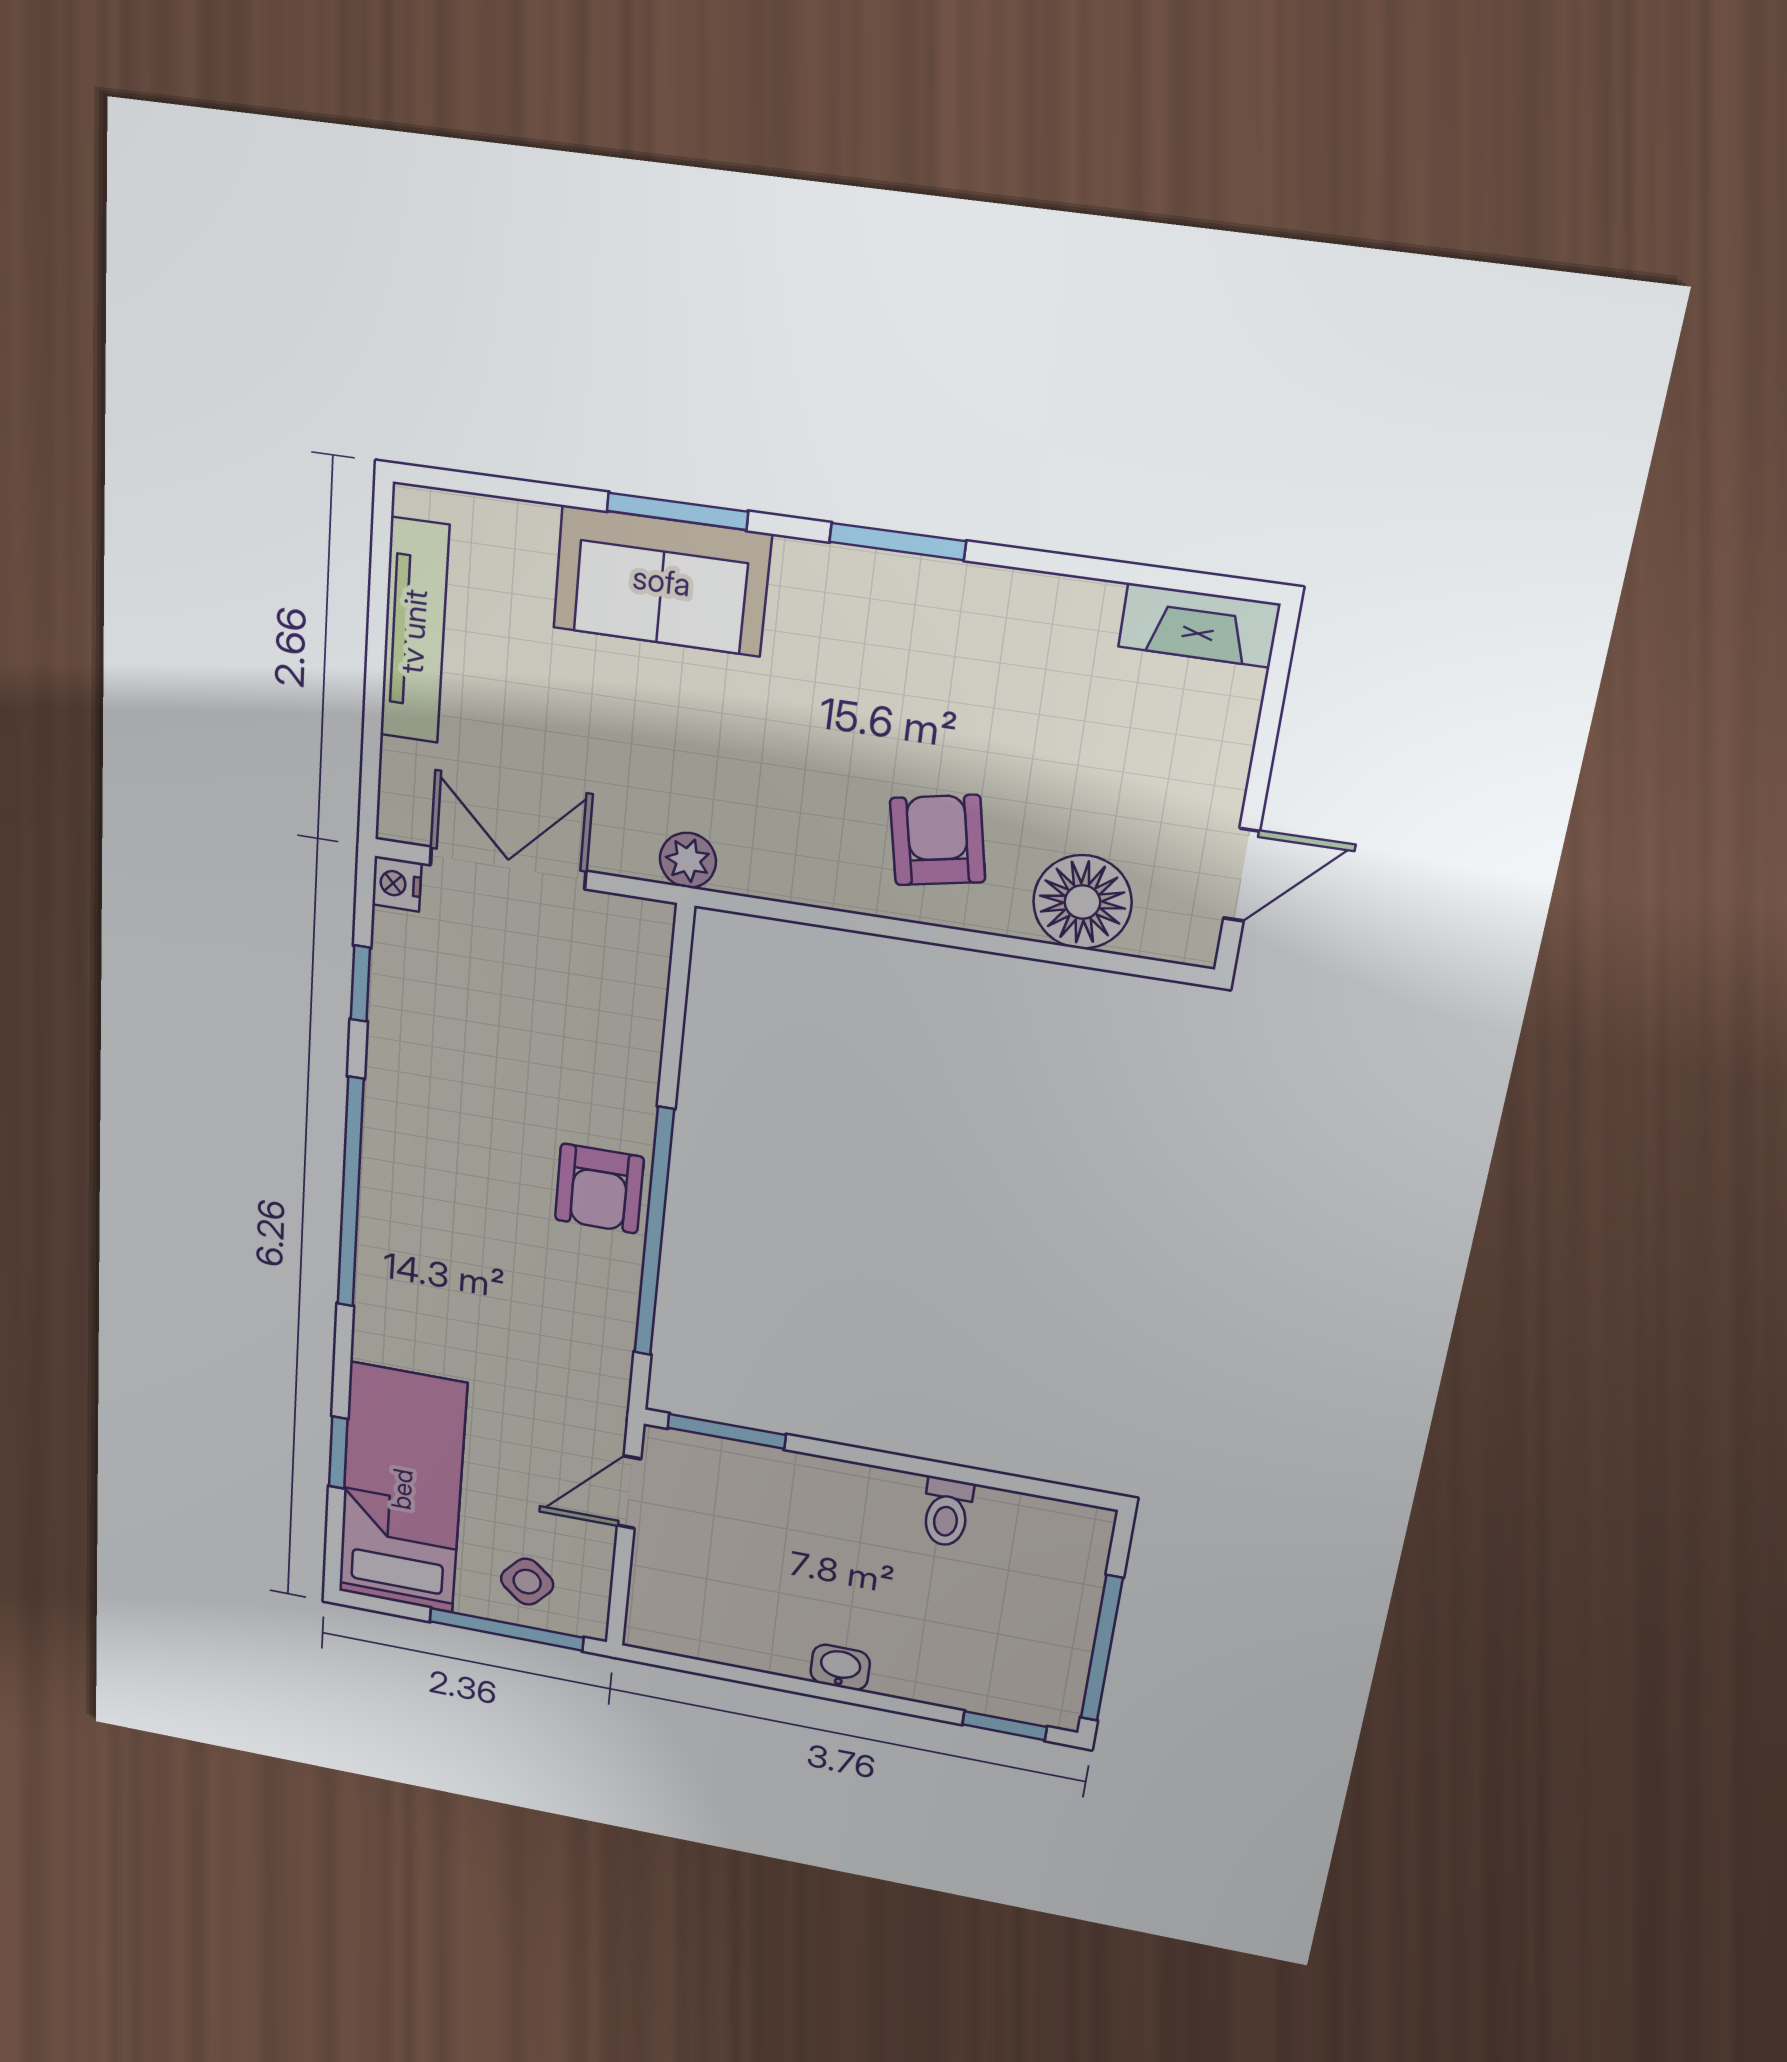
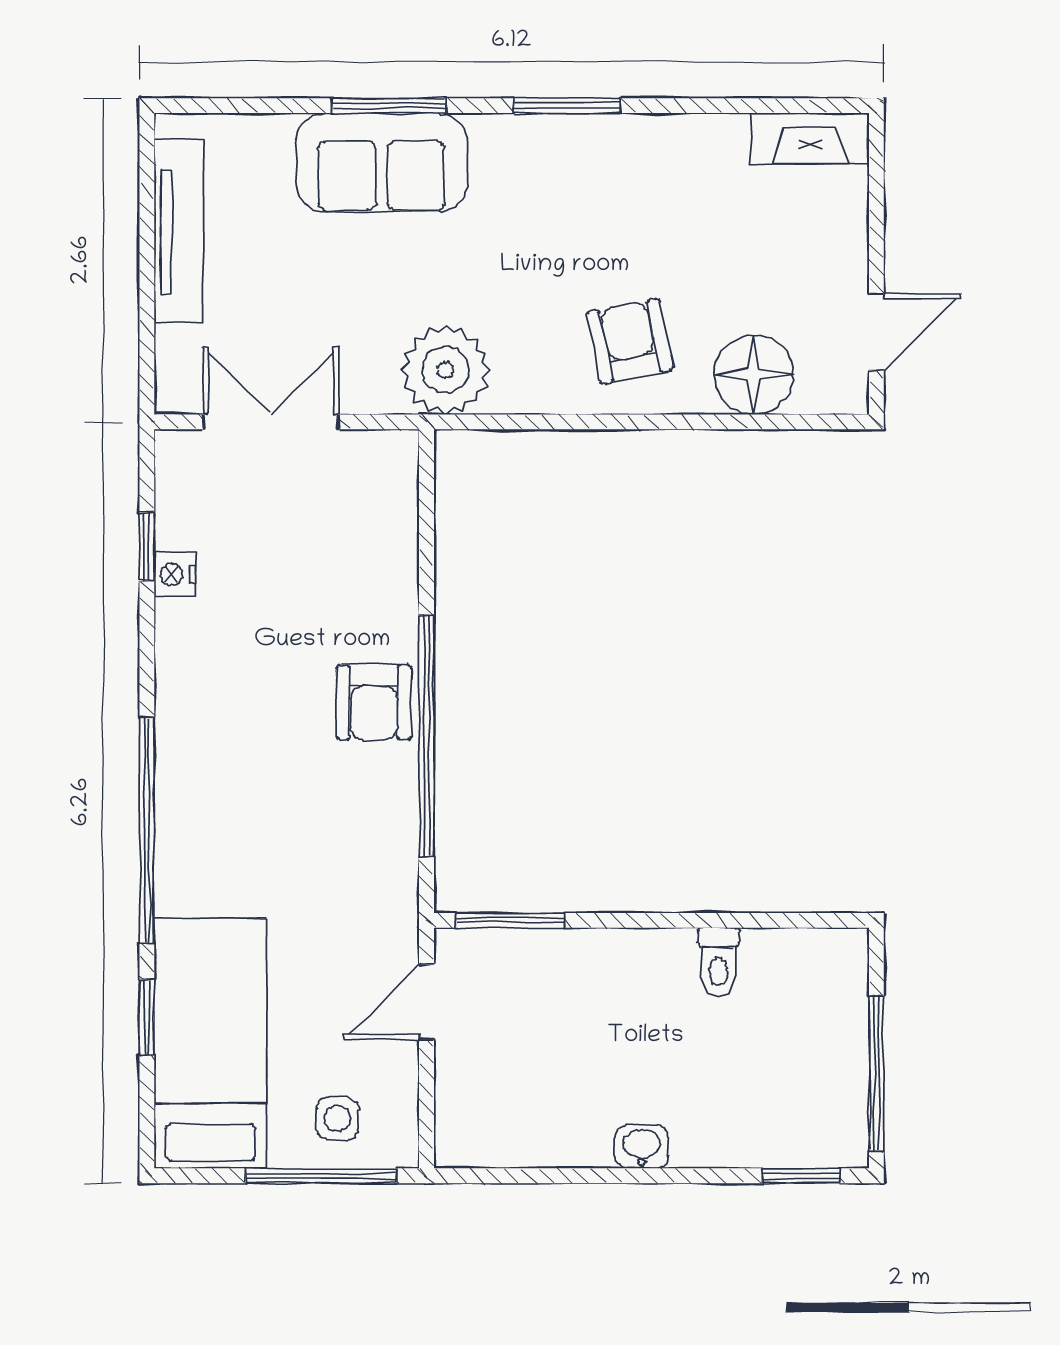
plant: (688, 860) -> (446, 370), width x1.87, depth x1.87
nightstand: (397, 884) -> (175, 574), moved
window: (350, 1193) -> (147, 831), moved
side table: (527, 1582) -> (337, 1119), turned -38

